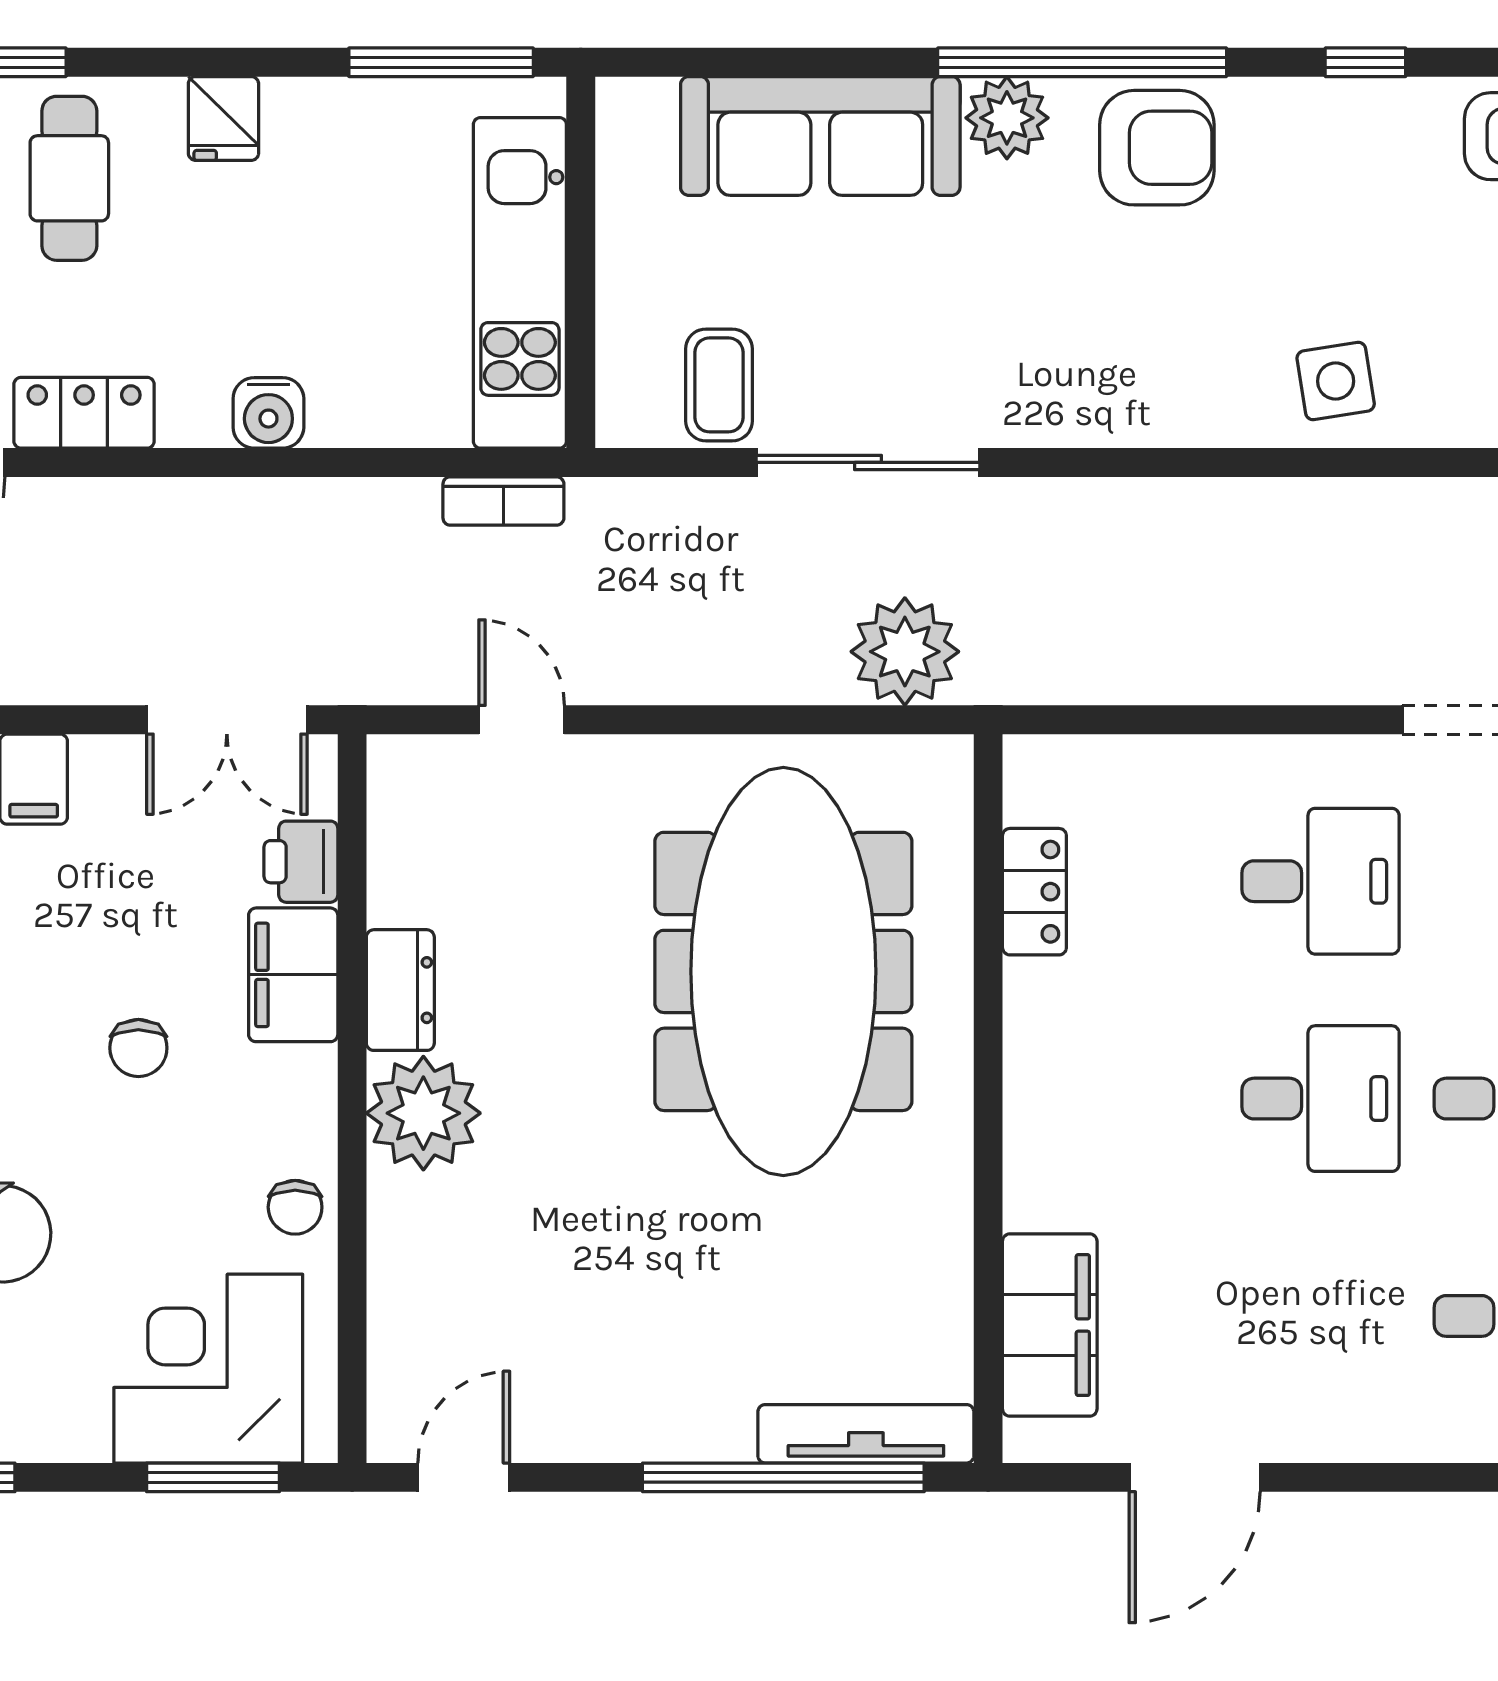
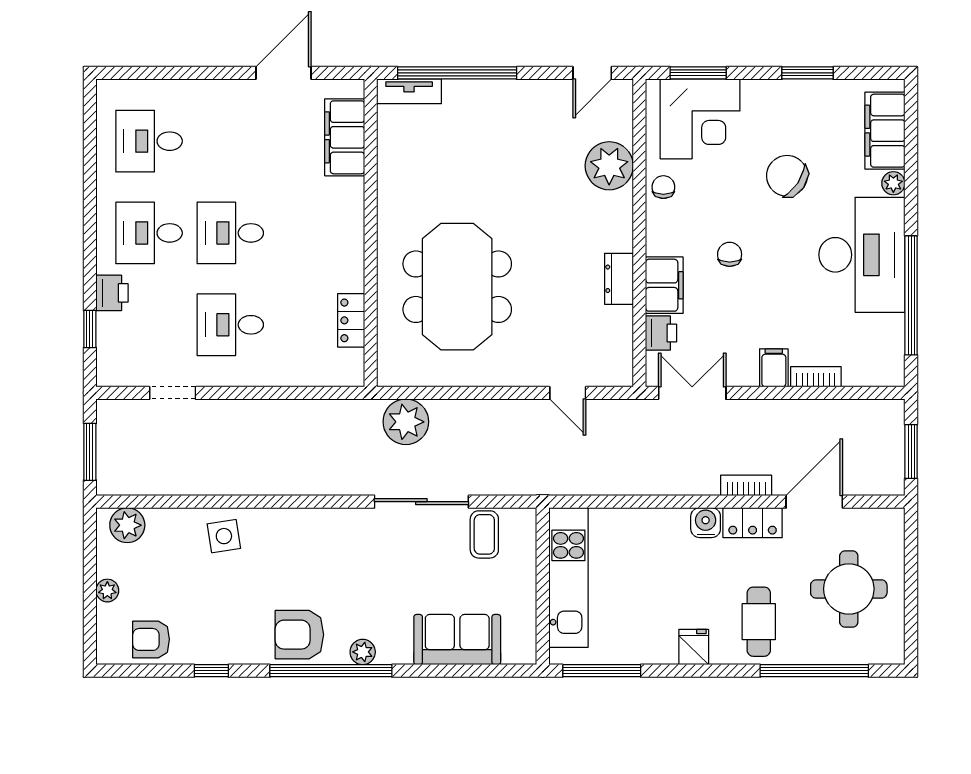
plant: (1007, 118) -> (363, 652), width x0.73, depth x0.73
sofa: (820, 136) -> (457, 640), width x0.73
water cooler: (268, 413) -> (706, 523), moved
bookcase: (503, 501) -> (746, 485), moved
meeting table: (783, 971) -> (457, 287), width x0.73
plant: (423, 1113) -> (609, 166), moved
tv unit: (866, 1434) -> (409, 91), width x0.71

